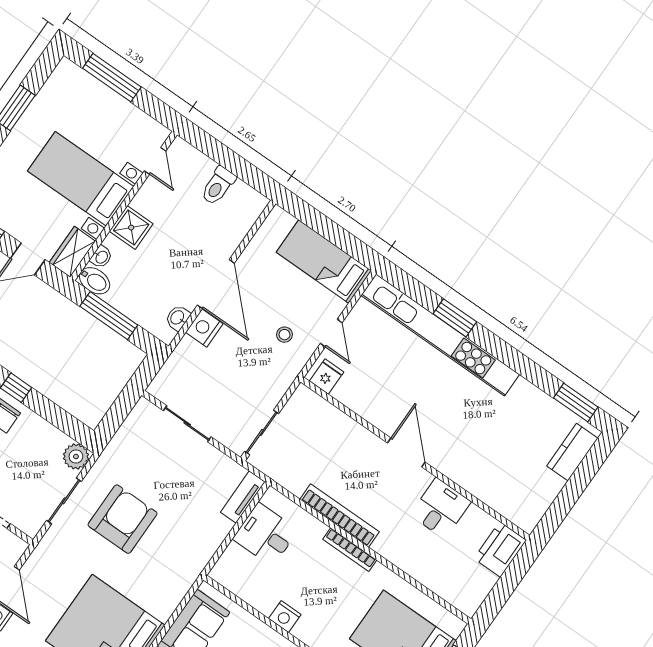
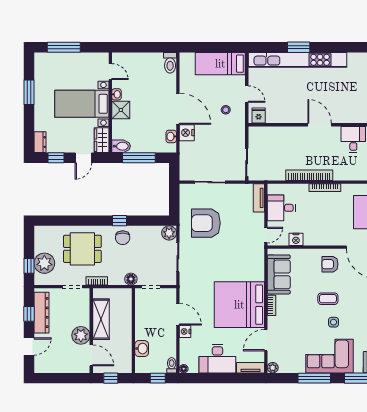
toilet: (218, 186) -> (170, 63), moved
washbasin: (101, 257) -> (117, 94), moved
armchair: (123, 519) -> (206, 223), moved, turned -90
door: (215, 558) -> (266, 235), added
nightstand: (285, 617) -> (296, 239), moved

